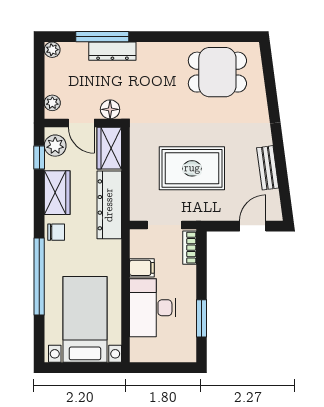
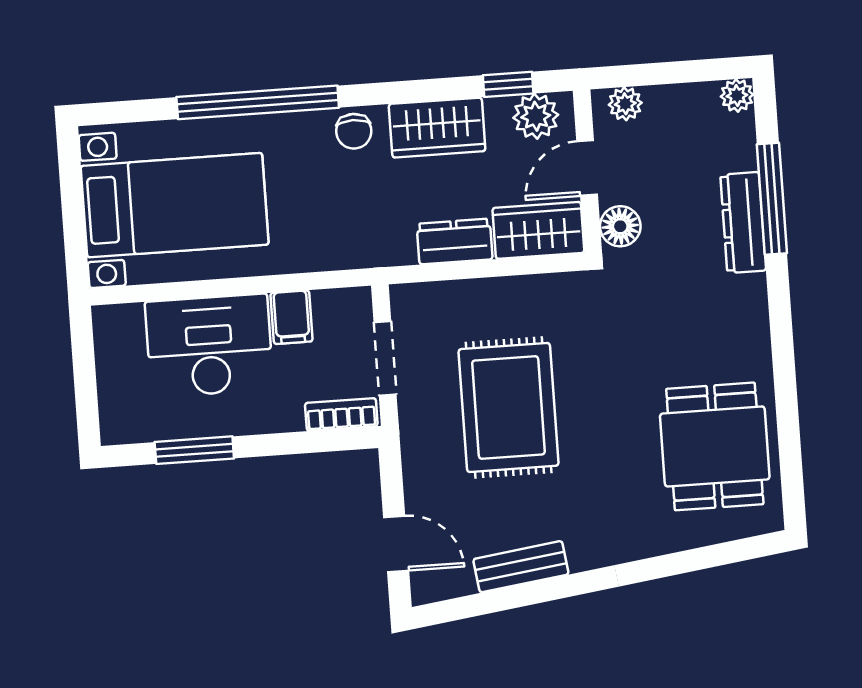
dresser: (109, 205) -> (455, 241), width x0.51, depth x0.80

